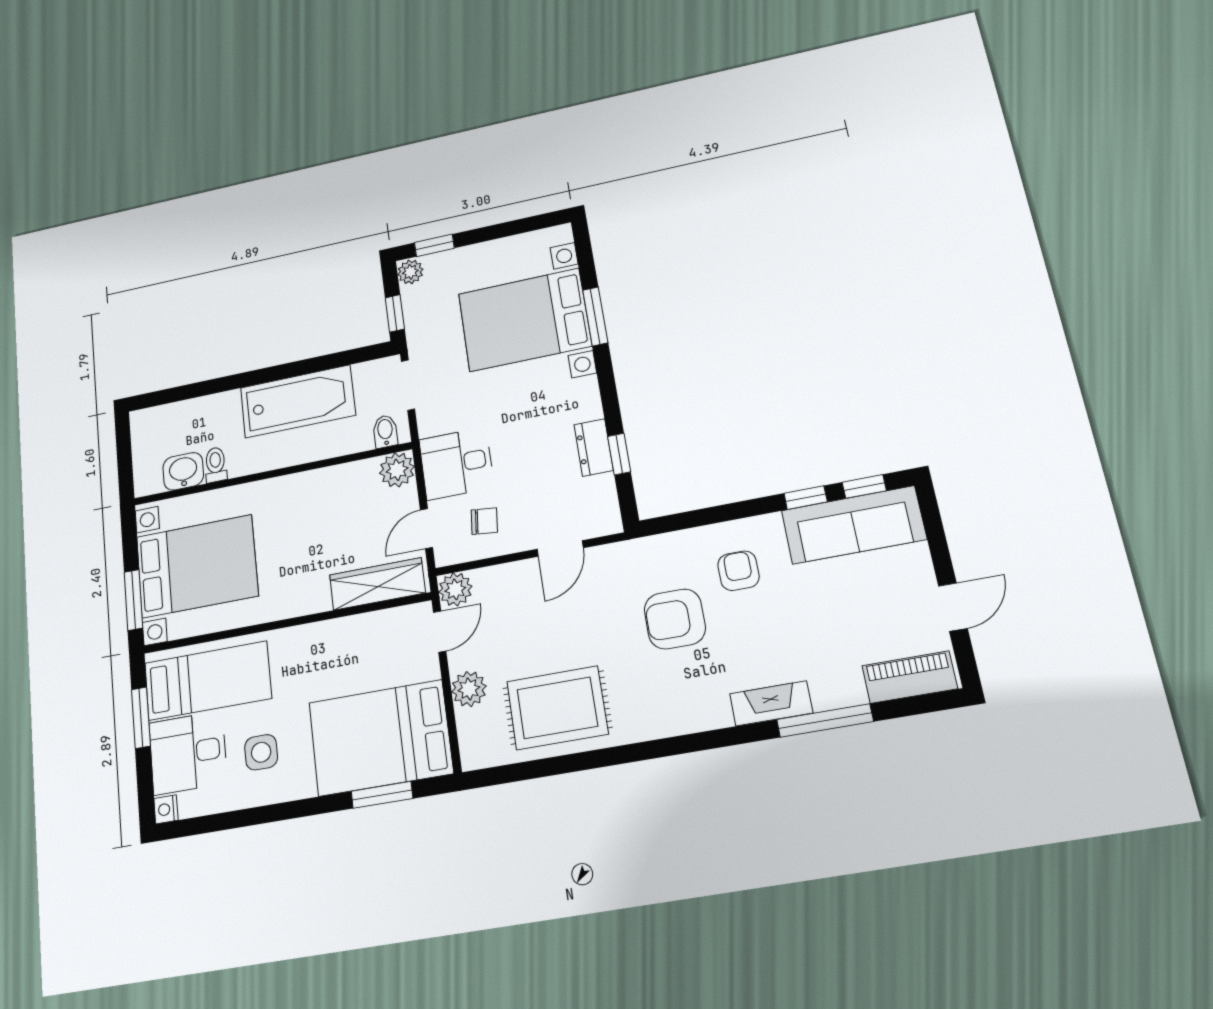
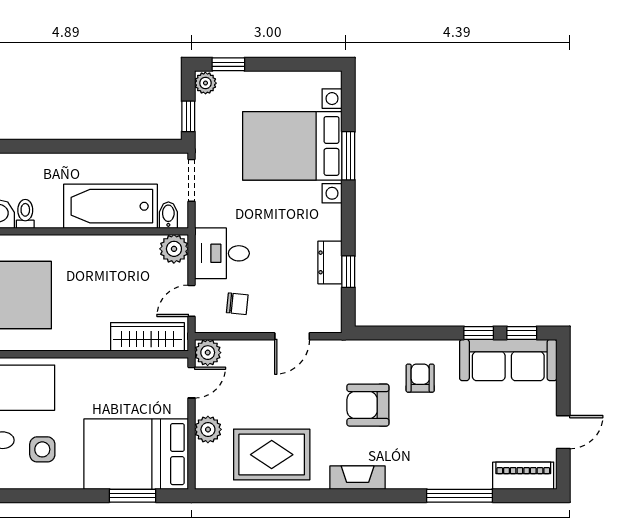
bathtub: (298, 401) -> (110, 206), moved, turned 180
fireplace: (771, 703) -> (358, 478), moved

